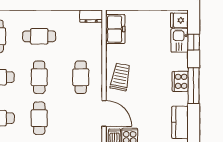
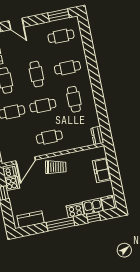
freezer: (115, 29) -> (102, 170), moved, turned 90
cooker: (180, 81) -> (75, 210), moved

